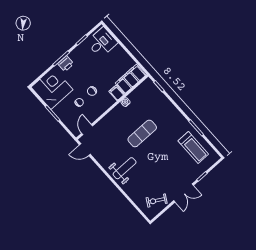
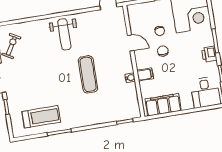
printer: (66, 64) -> (209, 54), moved
filing cabinet: (131, 79) -> (163, 105), moved, turned -90
door: (87, 130) -> (131, 43), moved
treadmill: (193, 147) -> (41, 117), turned 180

